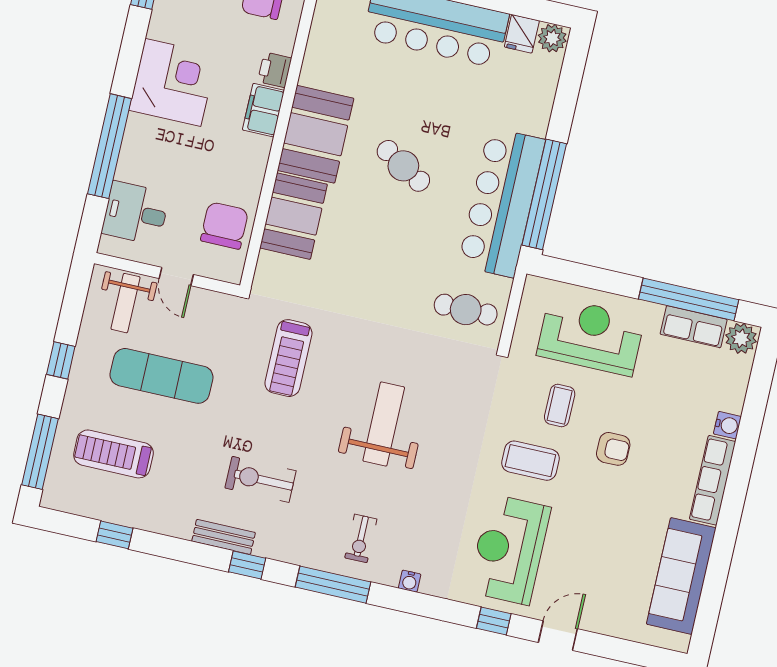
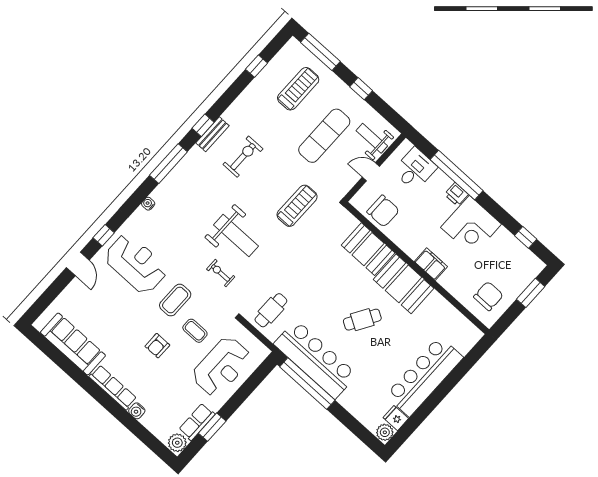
printer: (275, 70) -> (456, 194), moved, turned 180
window: (689, 299) -> (212, 427), width x0.47
treadmill: (288, 358) -> (297, 206), turned 90
bench: (224, 537) -> (212, 134), moved
exercise bike: (361, 538) -> (221, 273), moved

